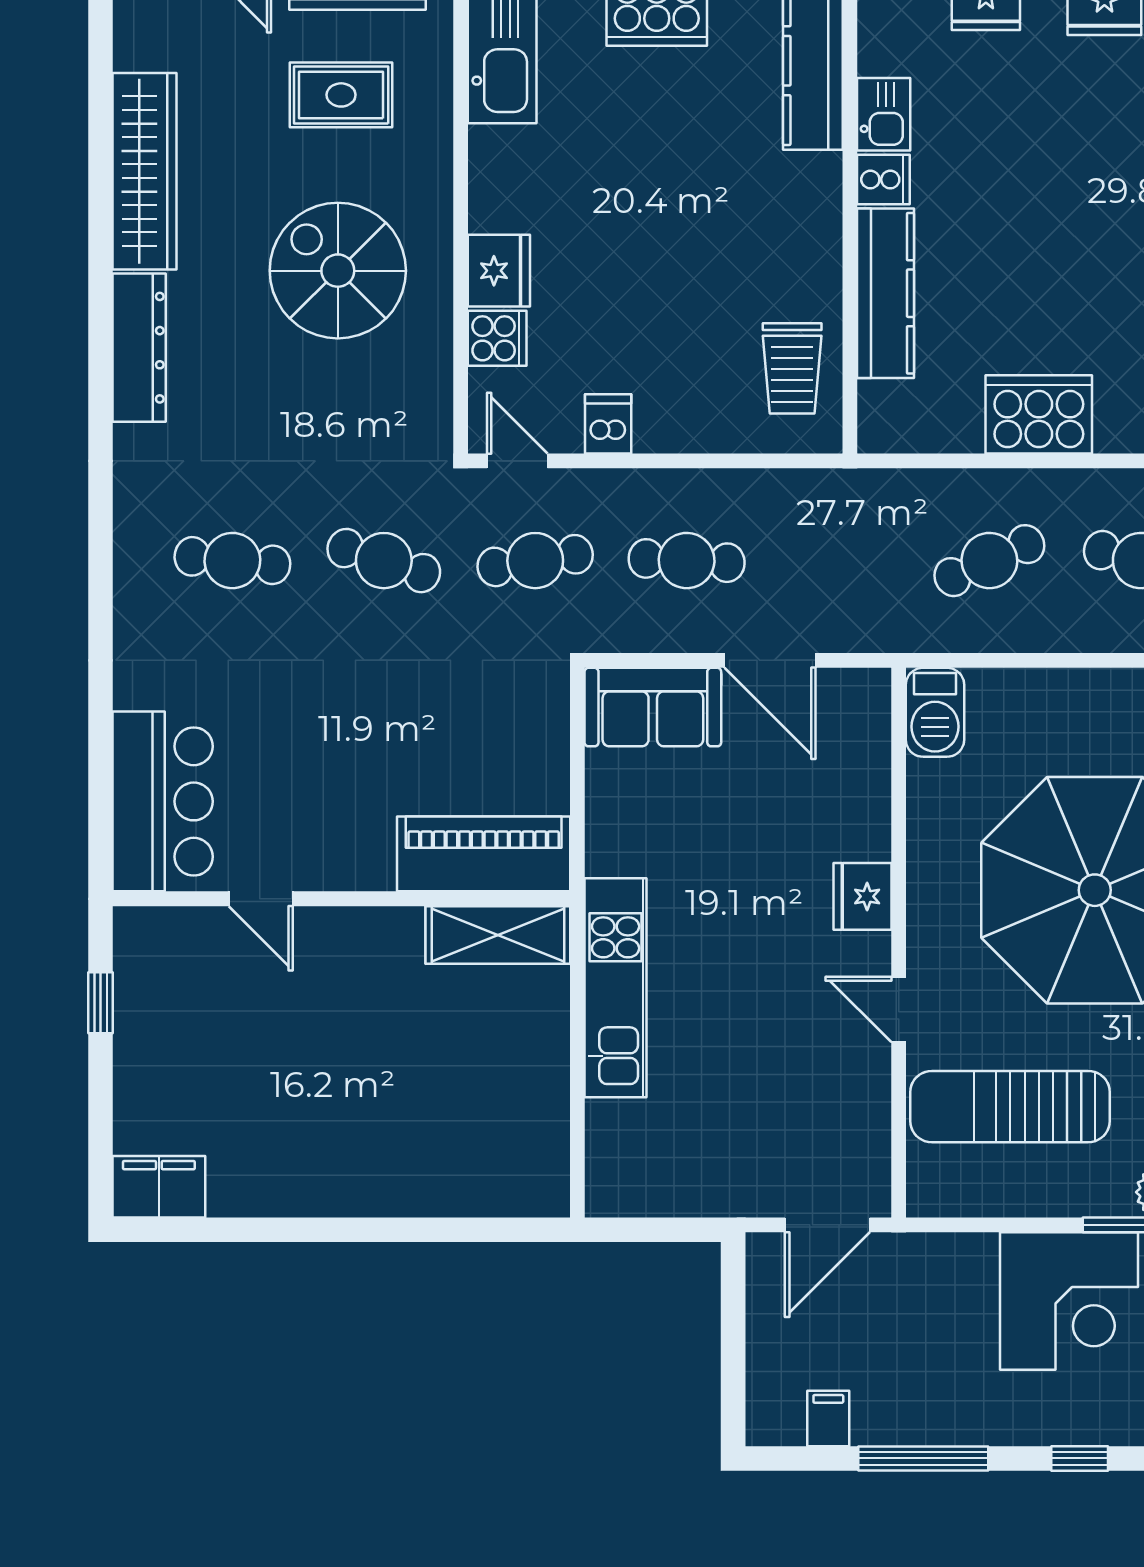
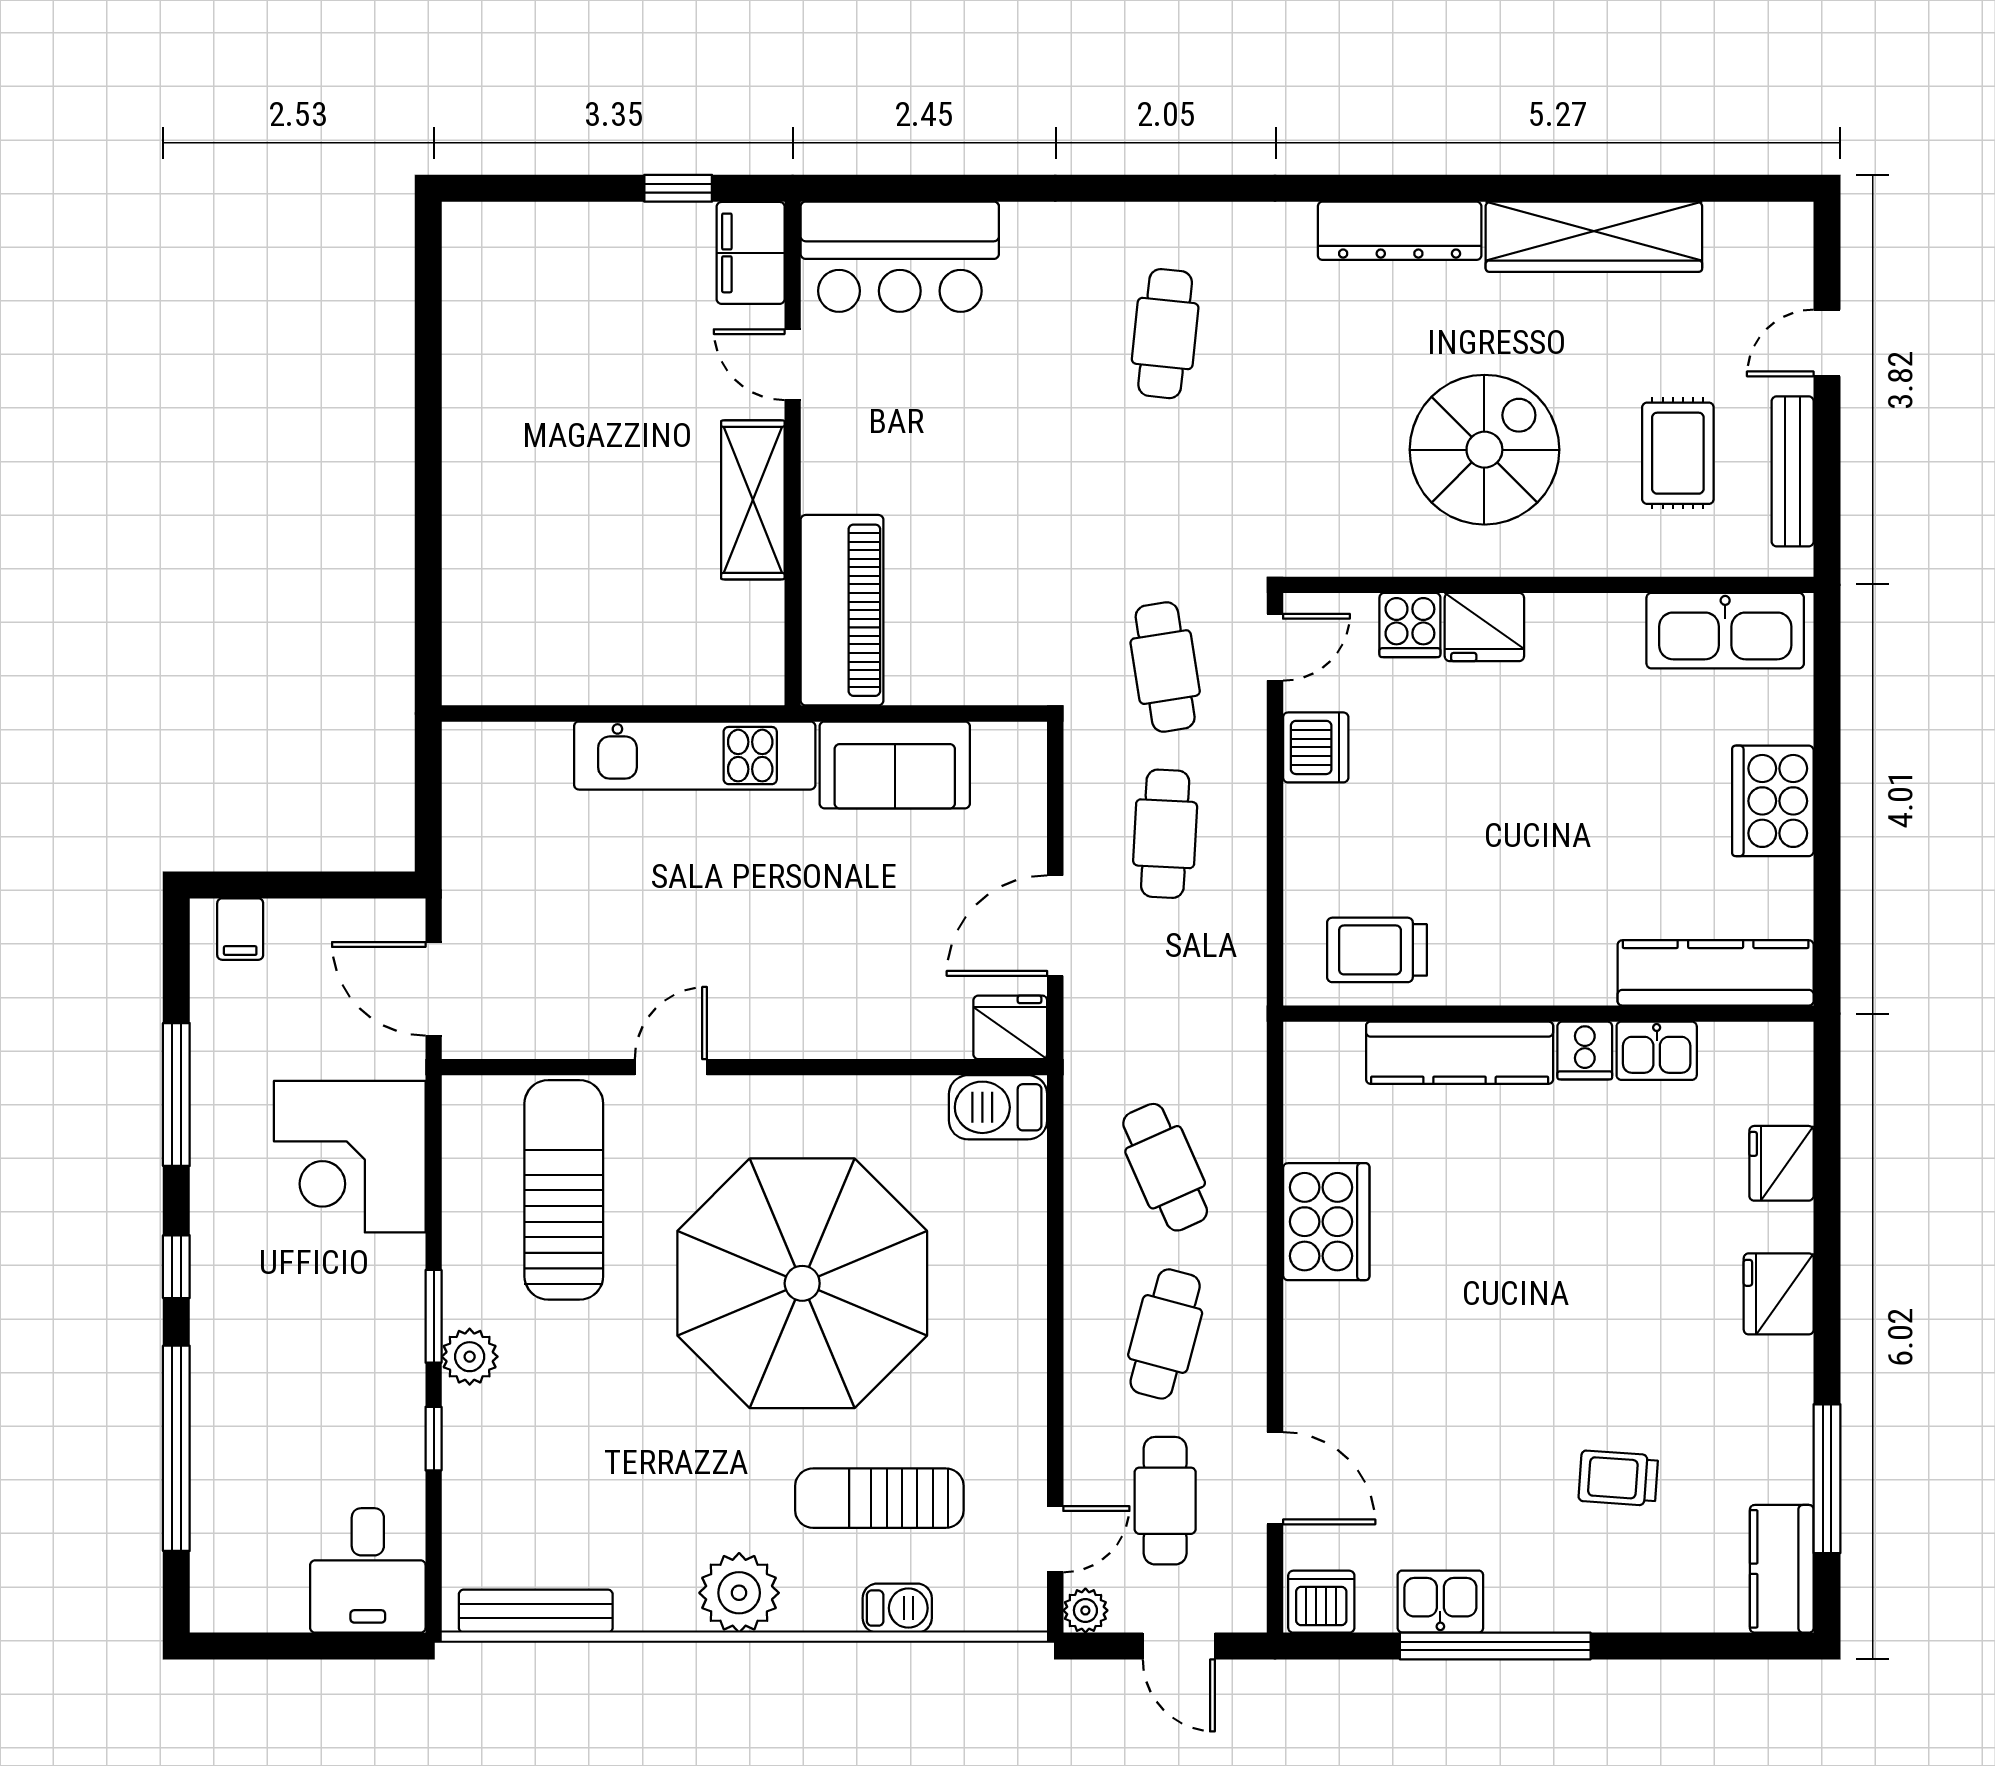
dishwasher: (608, 424) -> (1316, 747), width x1.38
cafe table: (384, 561) -> (1165, 500), removed
sofa: (653, 707) -> (895, 765), moved, turned -90
fridge: (862, 896) -> (1010, 1027), moved
door: (261, 899) -> (793, 365), hinge flipped
shelving: (498, 935) -> (753, 500), moved
filing cabinet: (159, 1187) -> (751, 253), moved, turned 180
corner desk: (1069, 1301) -> (350, 1157), moved
filing cabinet: (828, 1418) -> (240, 929), moved, turned 90

